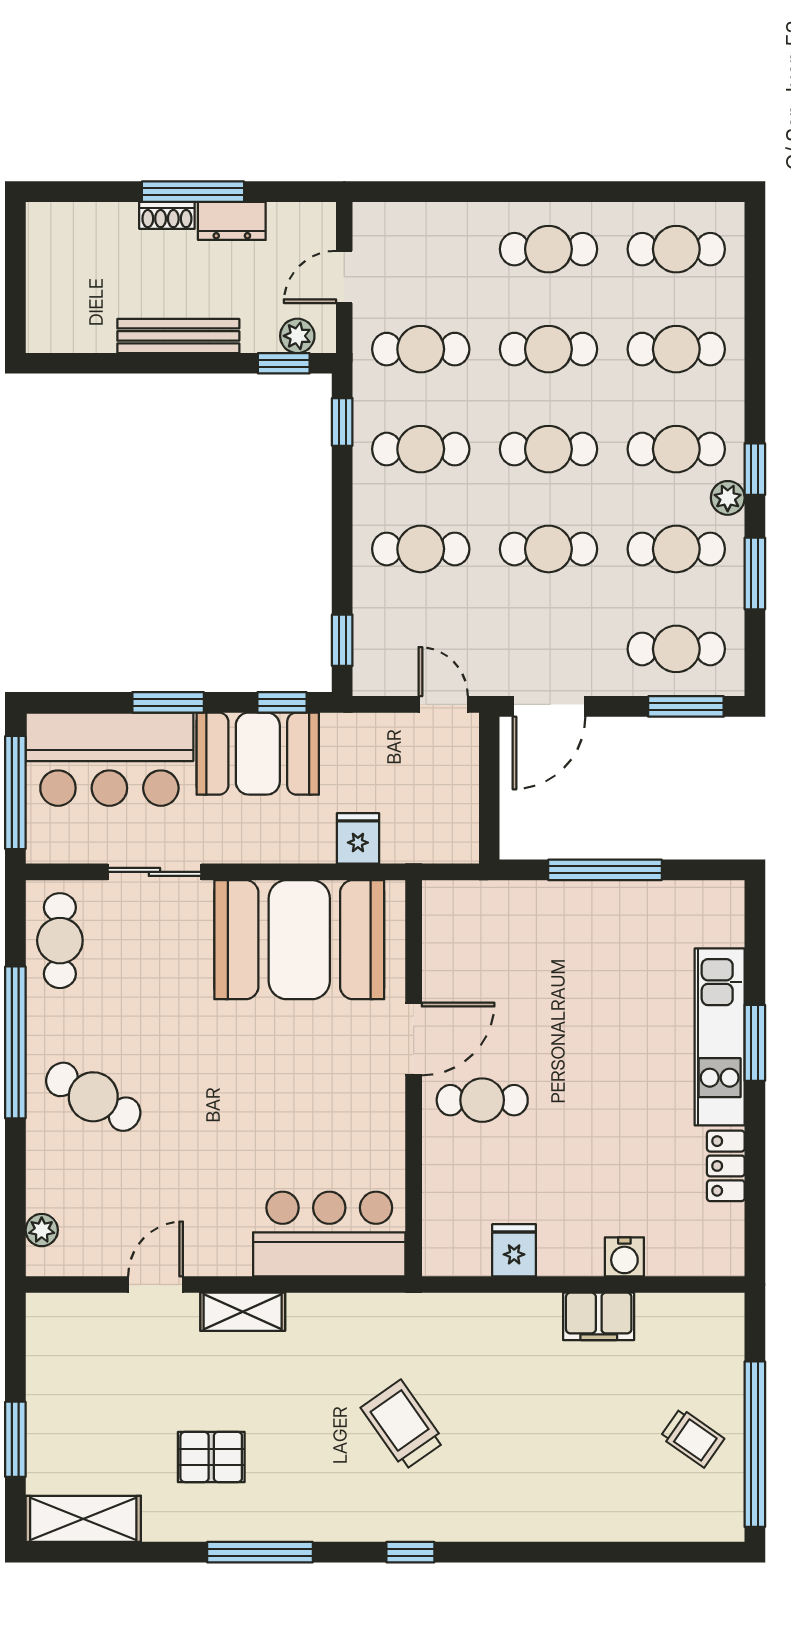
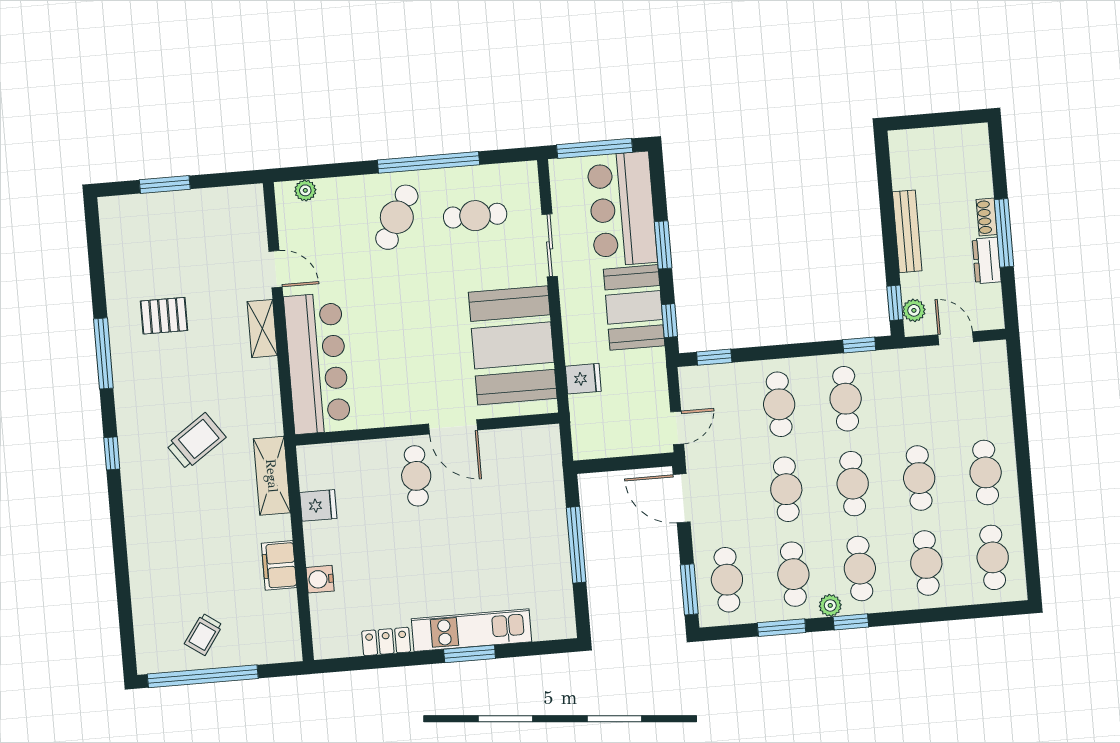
cafe table: (421, 349) -> (912, 393), removed
cafe table: (60, 941) -> (475, 216), moved
bar counter: (329, 1234) -> (317, 363), width x1.36
pallet: (211, 1457) -> (164, 316), turned 90
shelving: (83, 1519) -> (272, 476), moved

